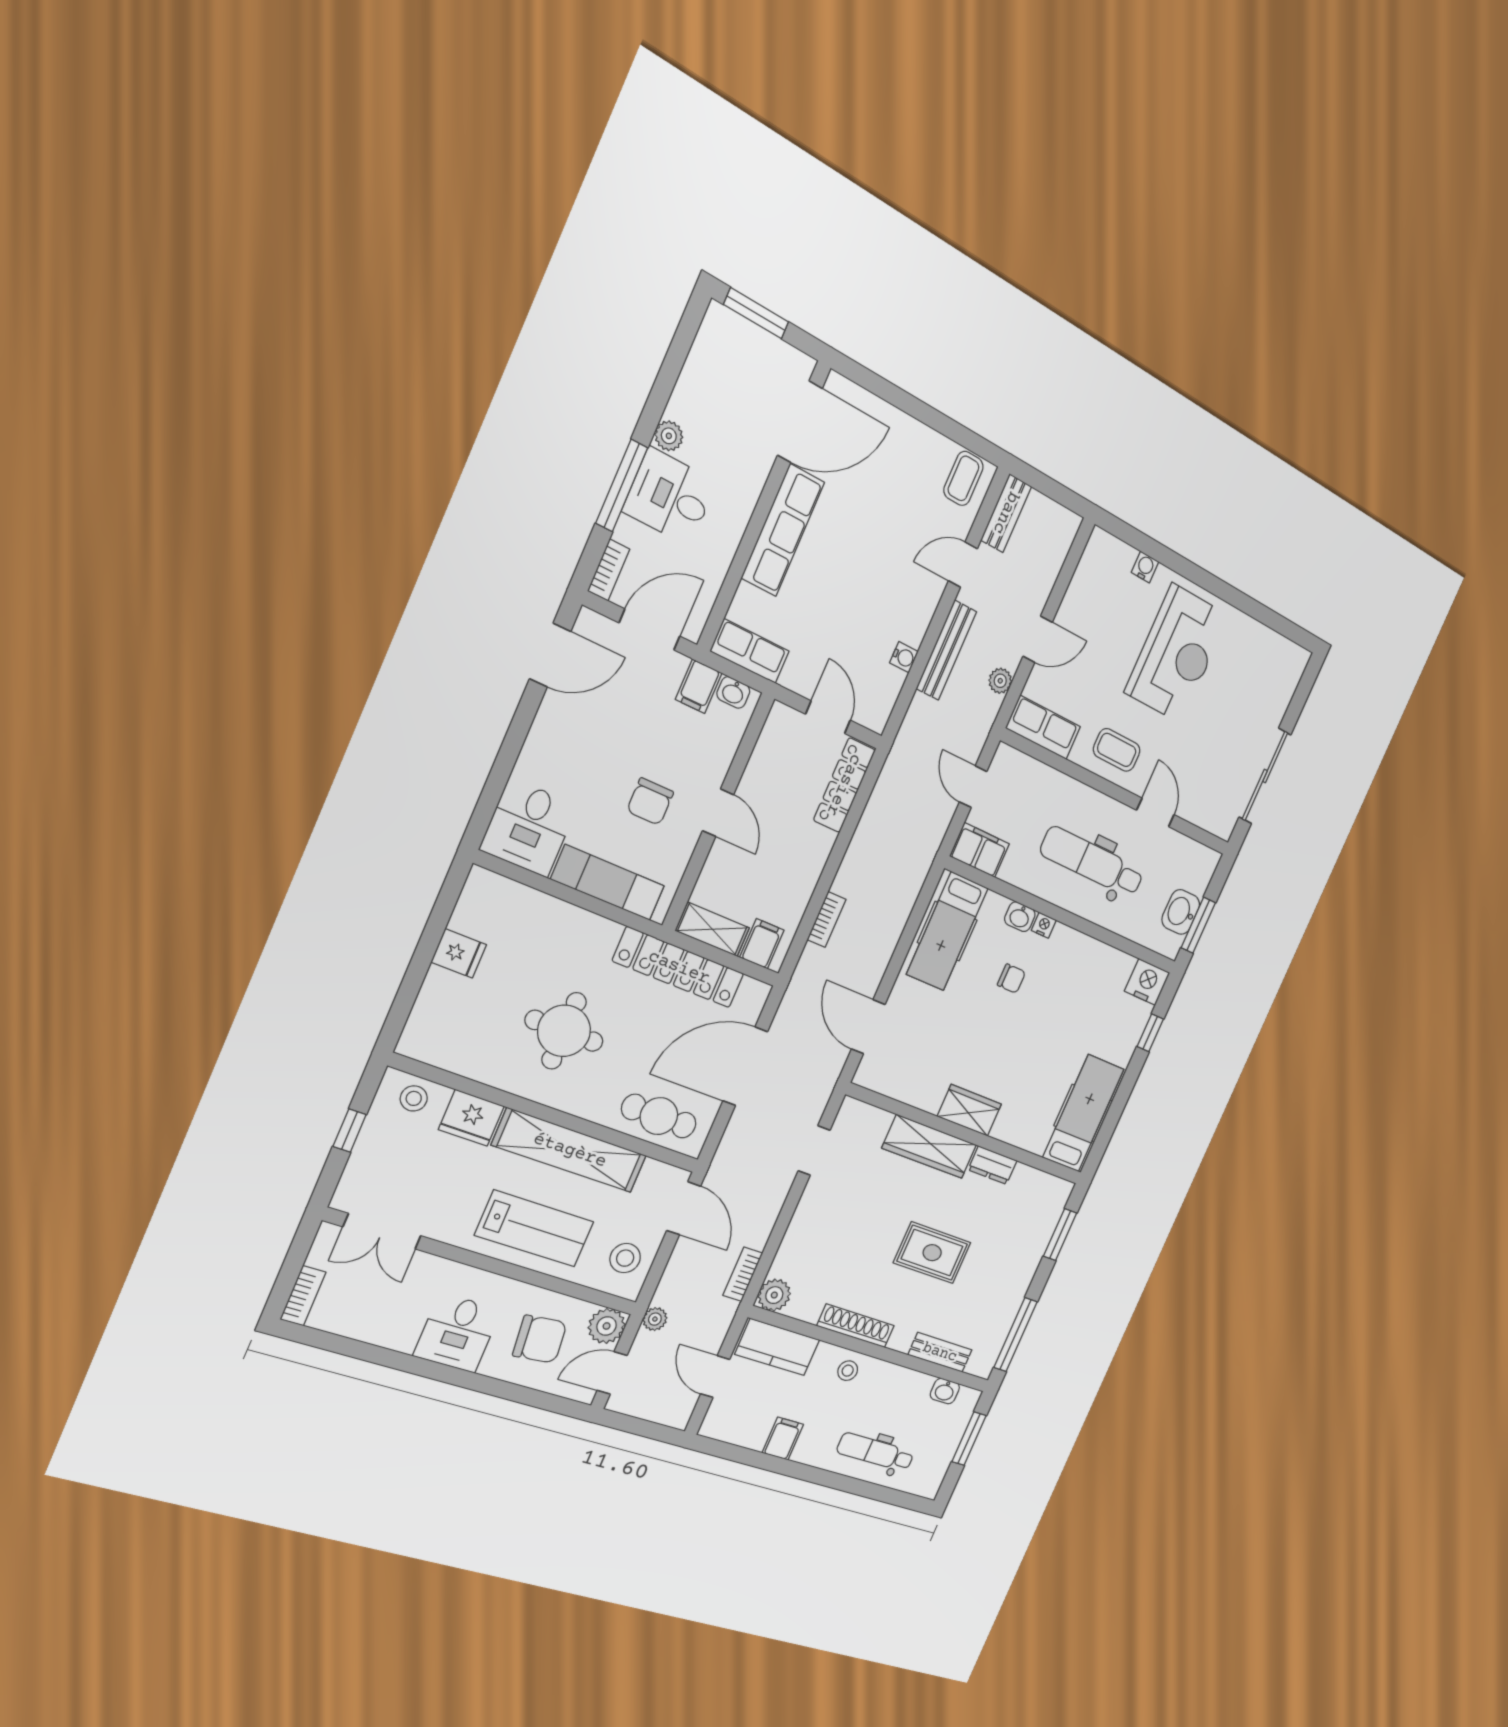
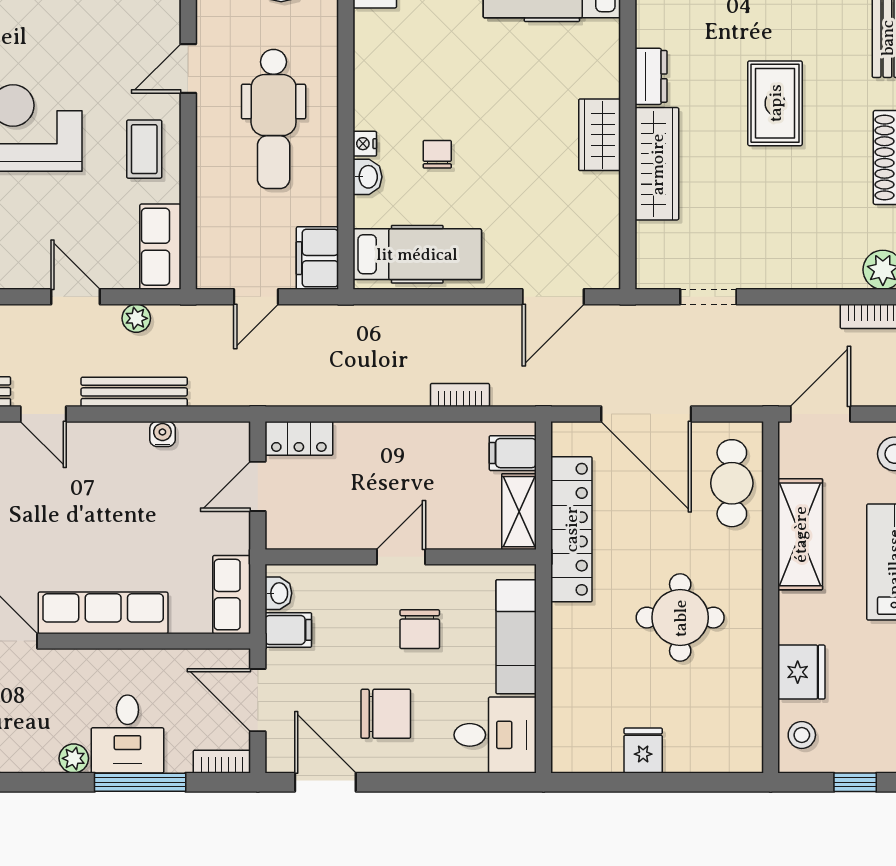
chair: (589, 738) -> (386, 714), added
locker: (844, 785) -> (299, 438), width x0.66
chair: (650, 802) -> (420, 629), turned 90
shelving: (570, 1150) -> (800, 534), width x0.68

